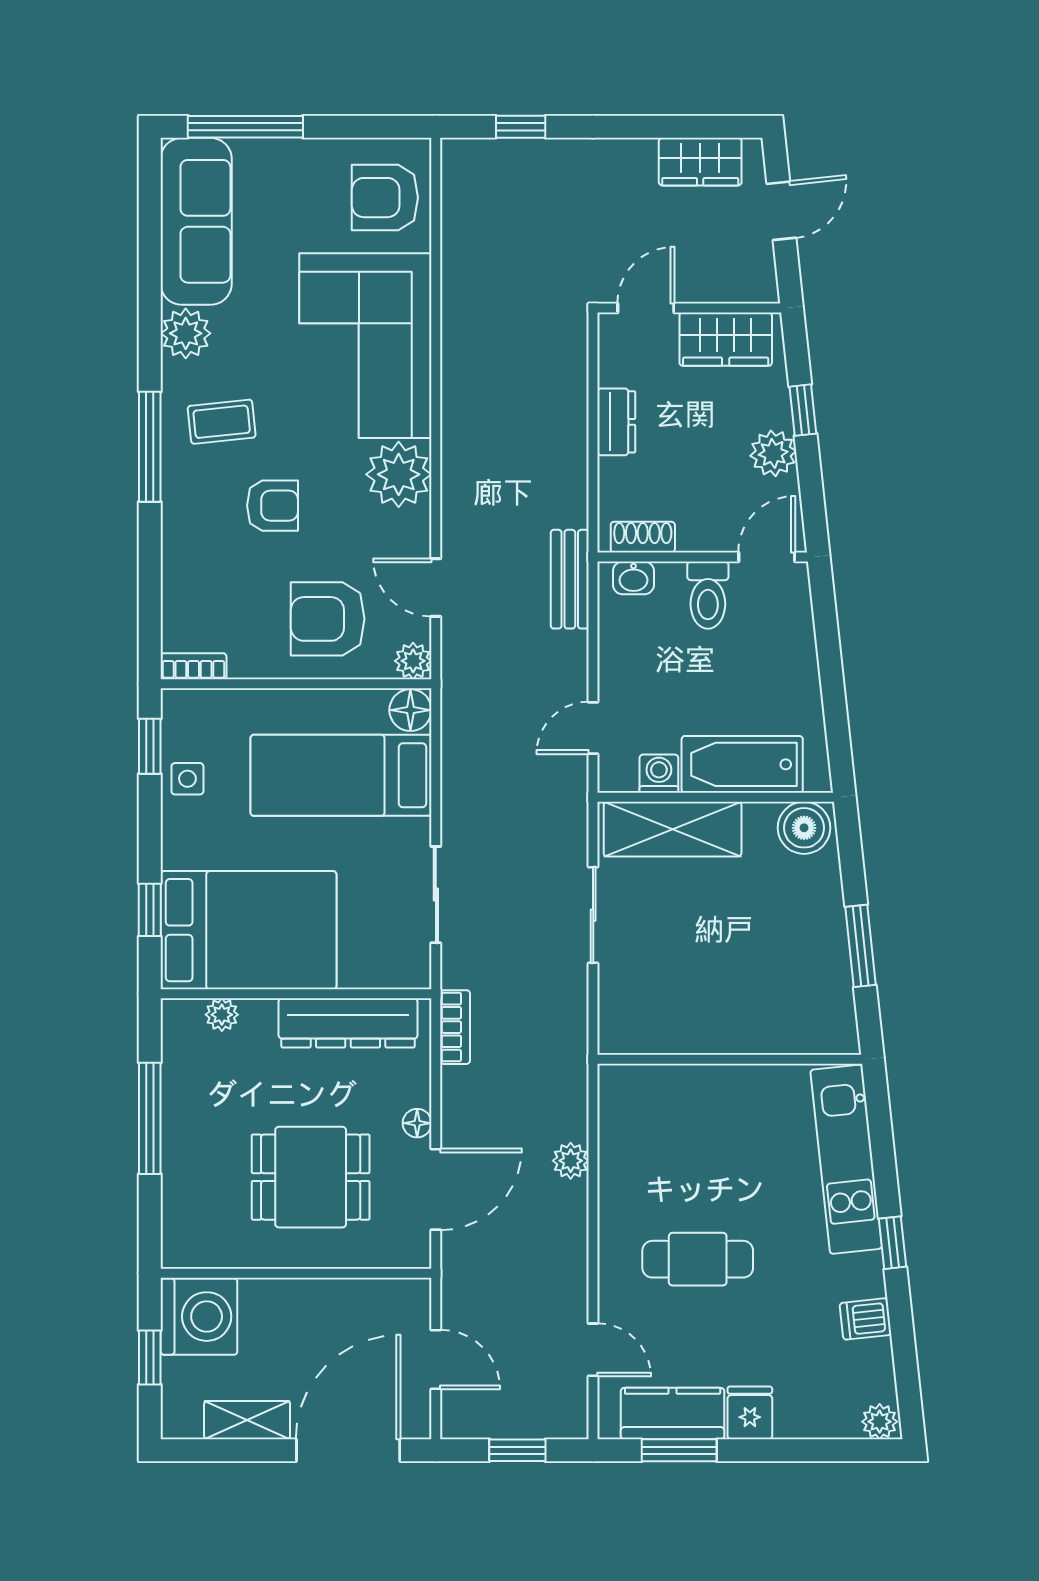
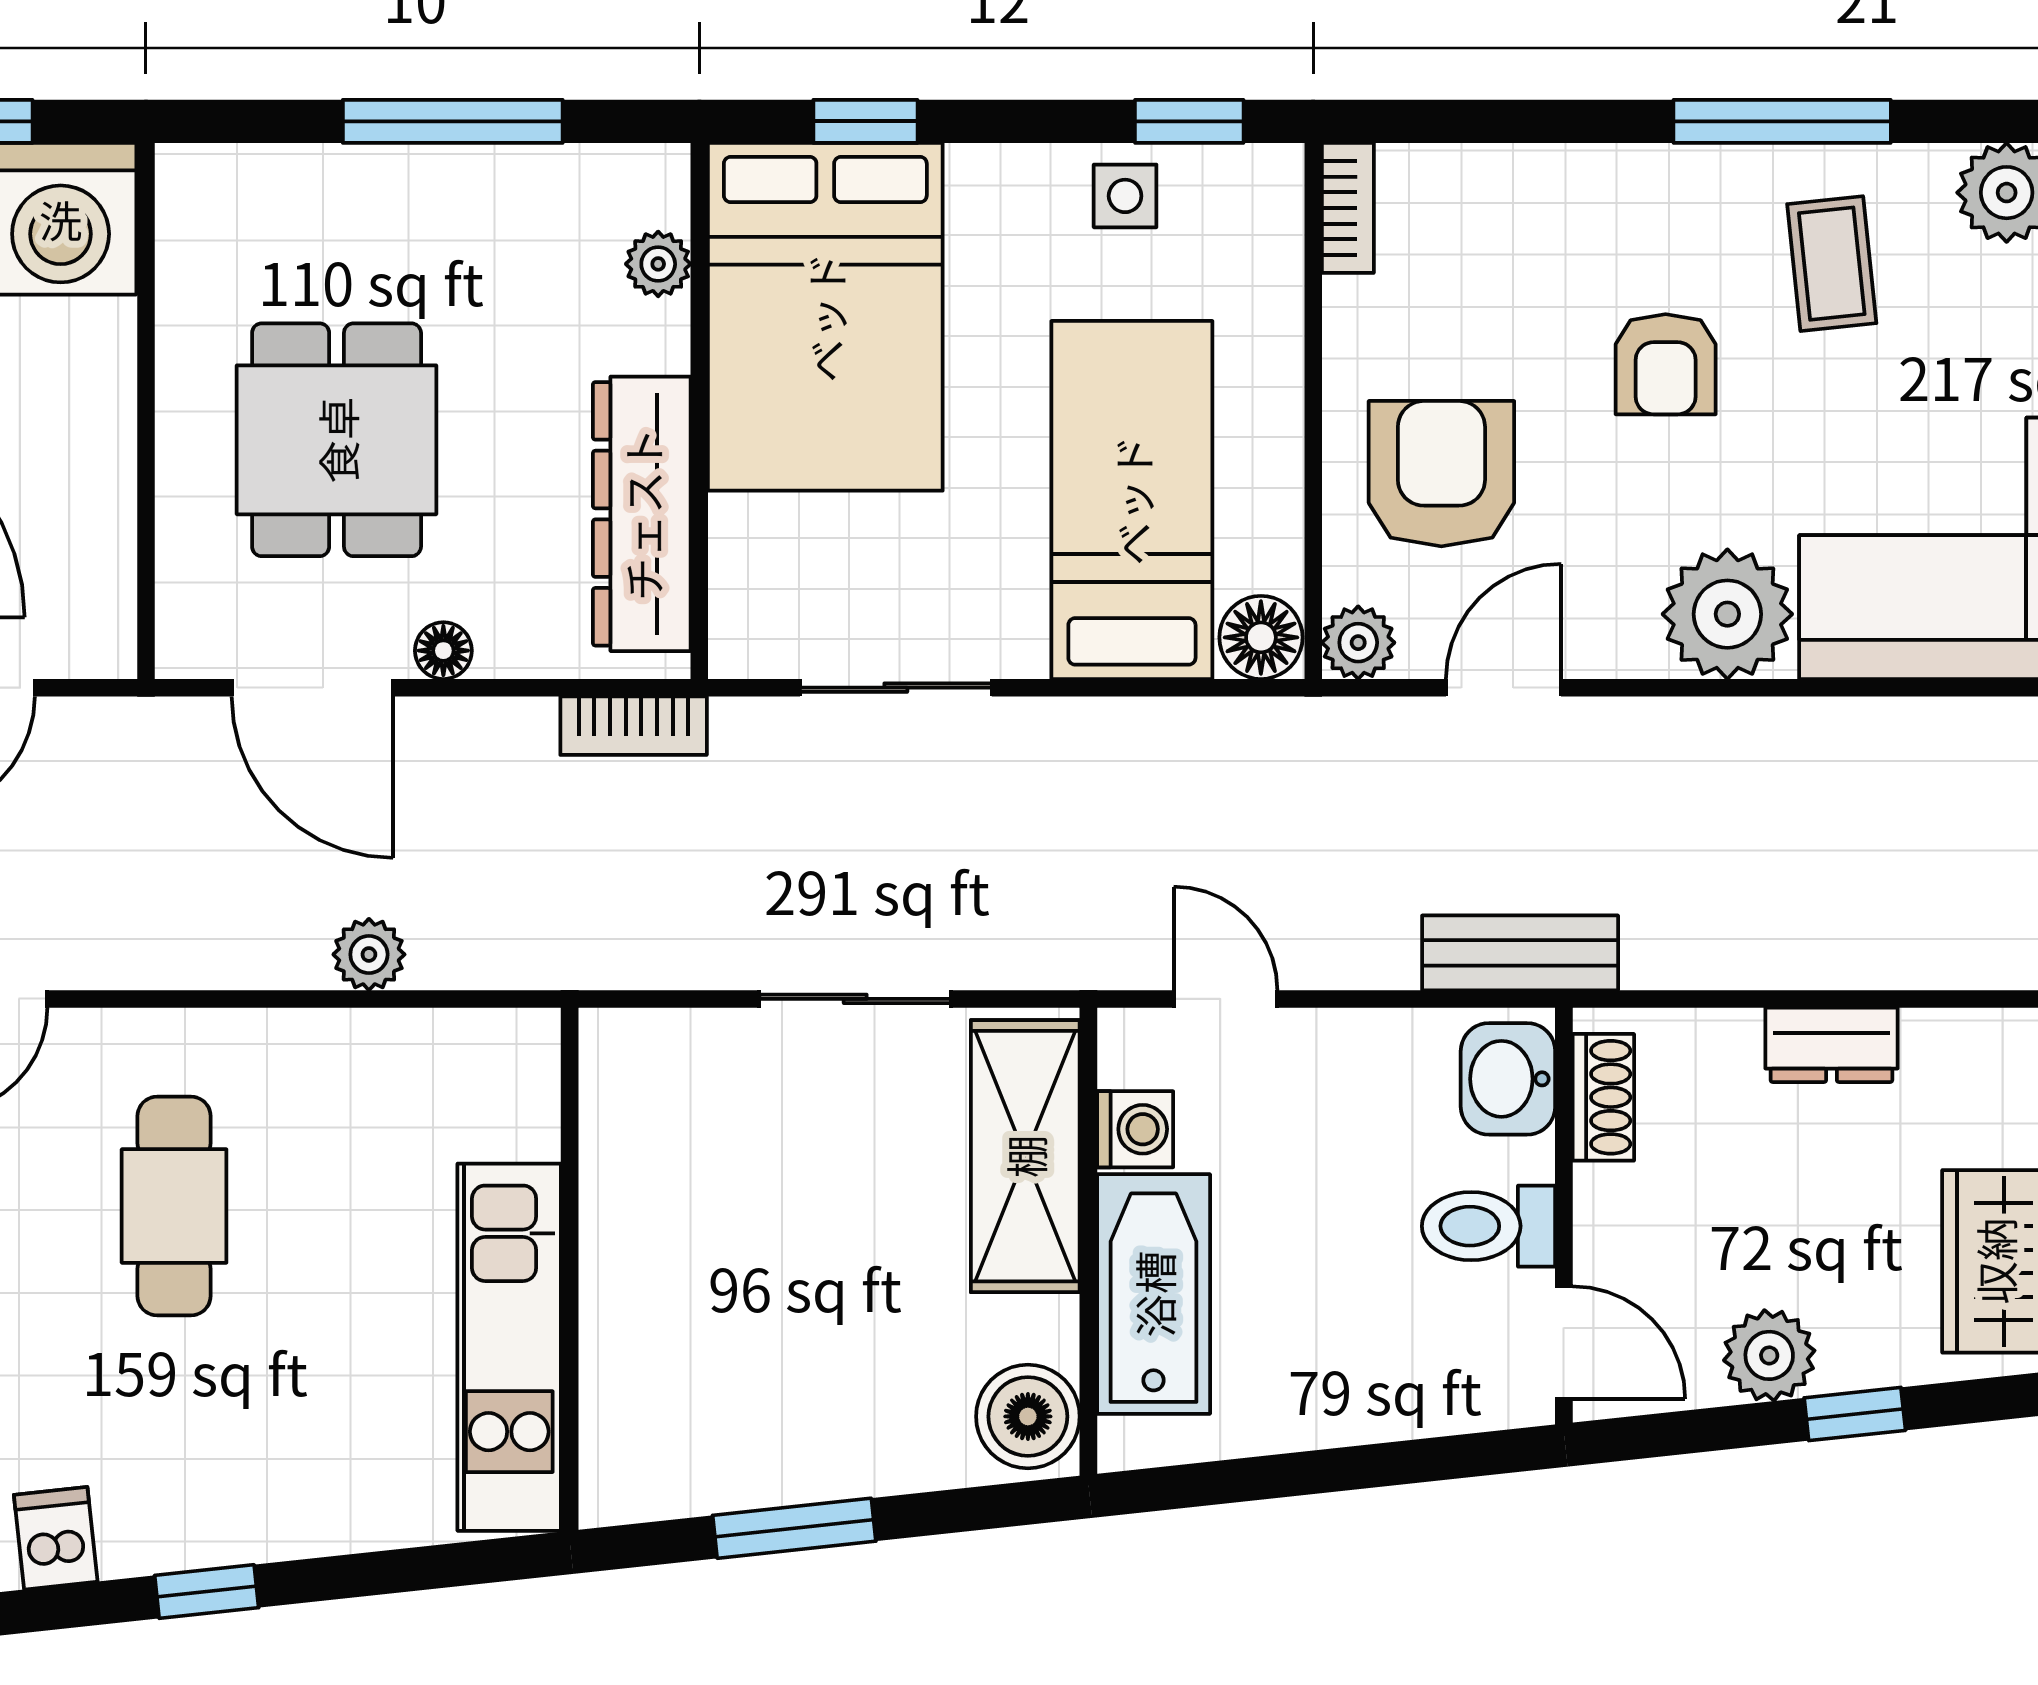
washbasin: (633, 578) -> (1508, 1079), width x1.38, depth x1.45
kitchen unit: (846, 1159) -> (509, 1347), moved, turned -84

